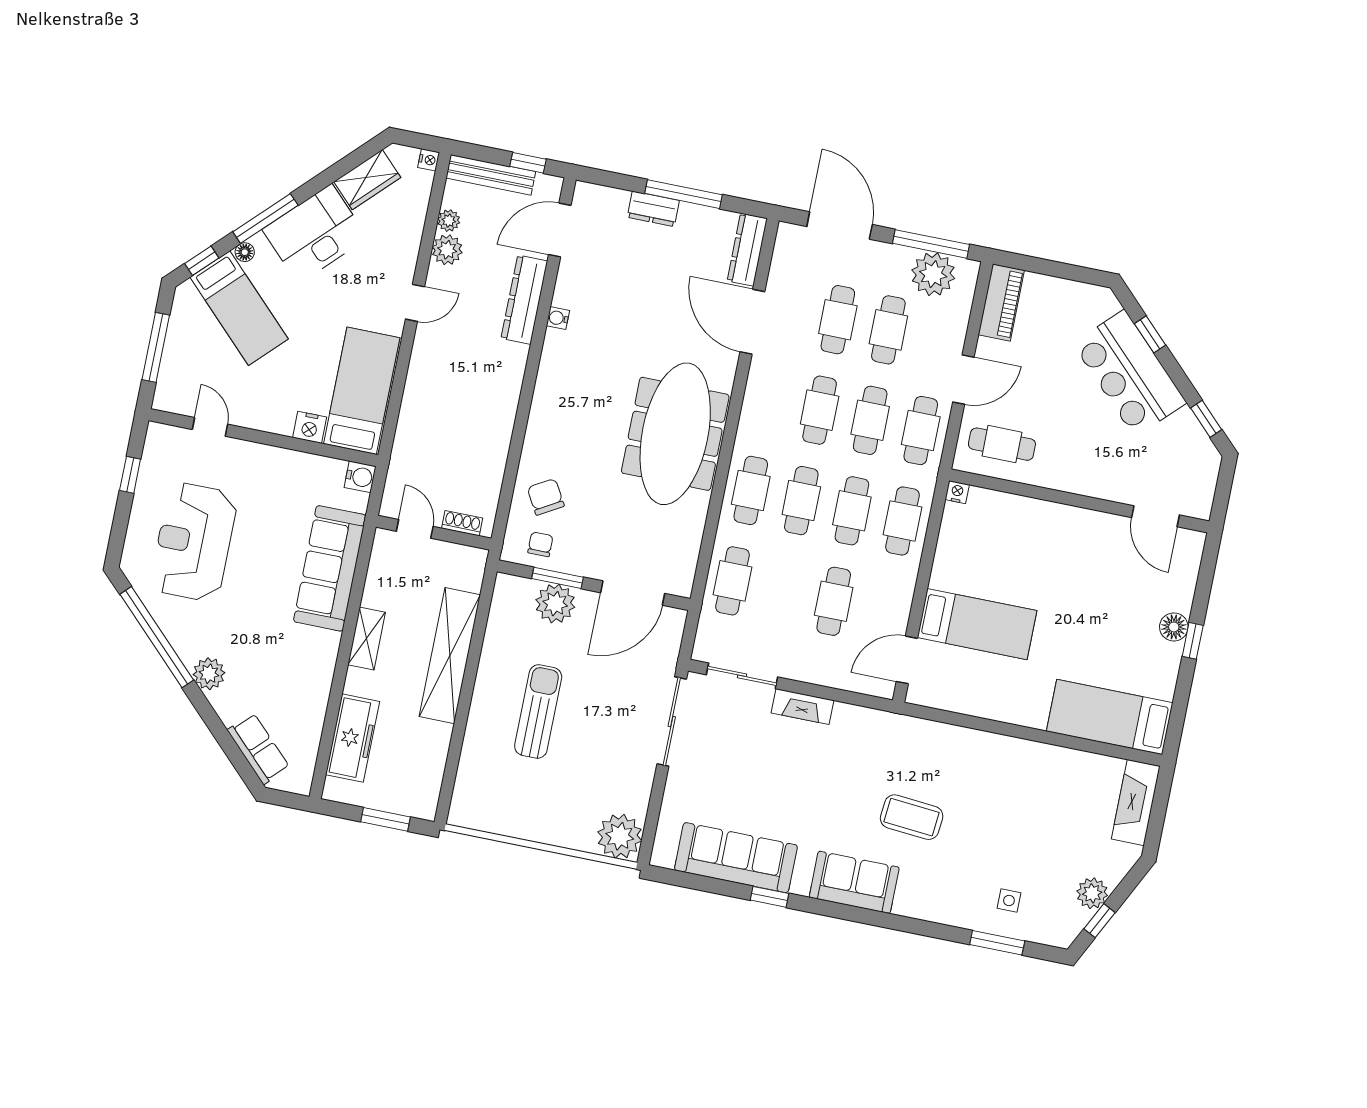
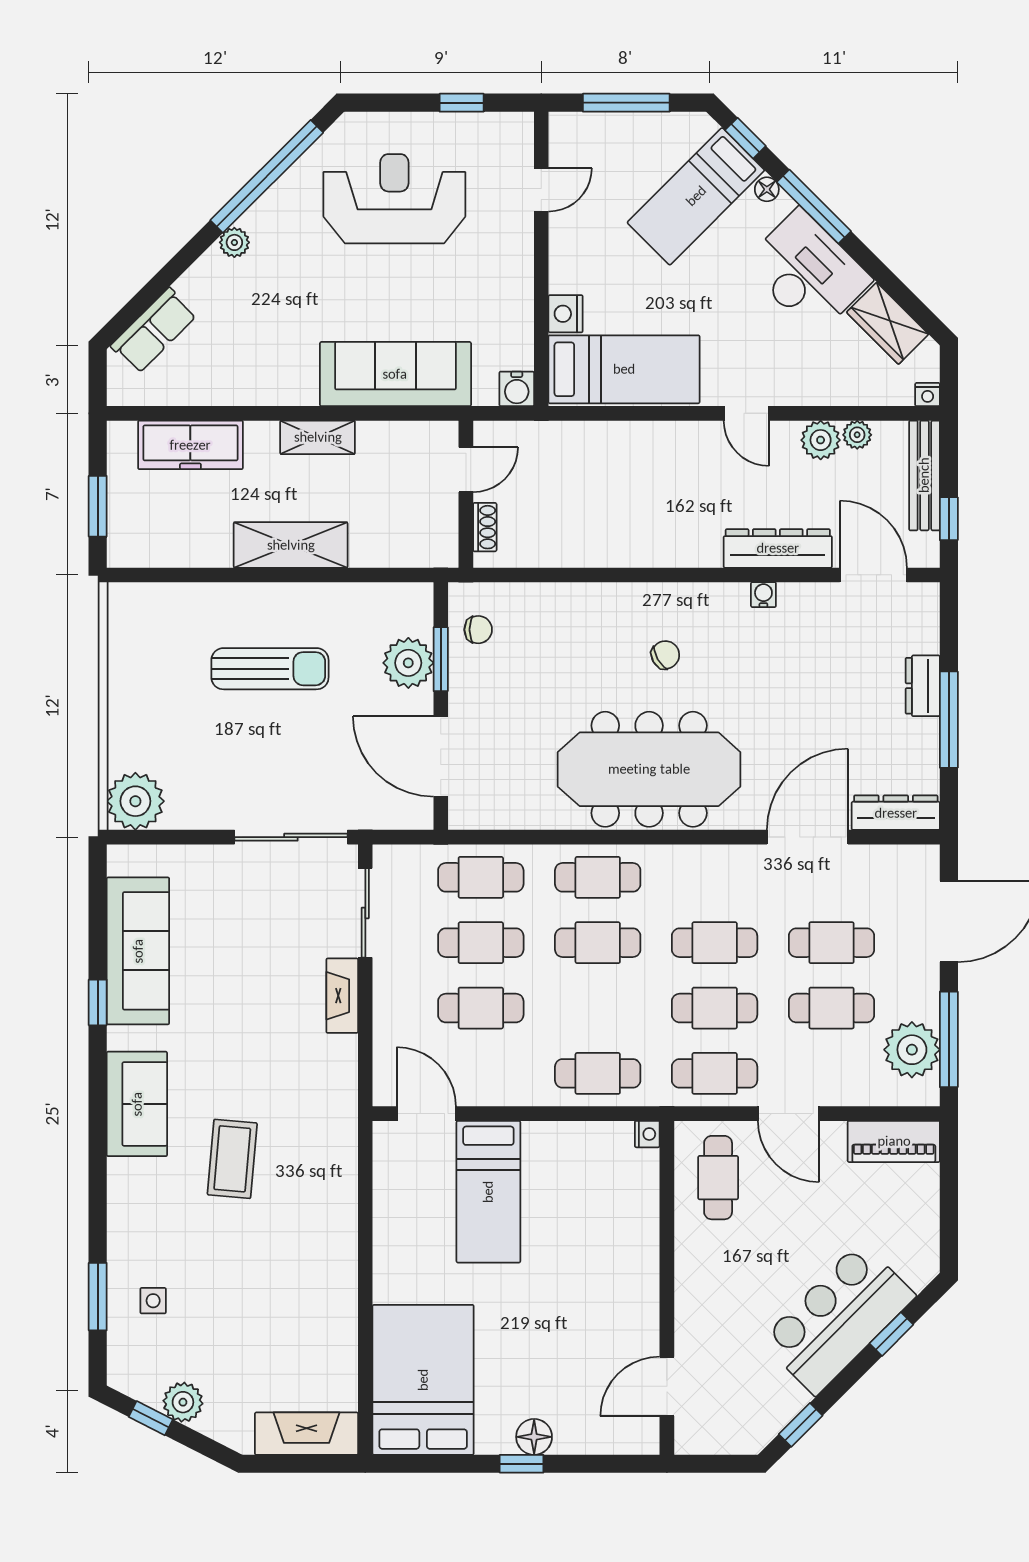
chair: (546, 497) -> (665, 655), moved, width x0.73, depth x0.73
cafe table: (852, 511) -> (481, 943), moved
shelving: (450, 656) -> (291, 545), width x0.68
plant: (209, 674) -> (234, 242), width x0.73, depth x0.73
bed: (1110, 717) -> (423, 1380), width x1.50

